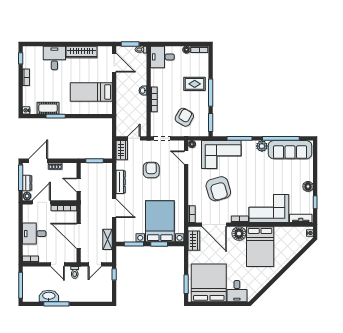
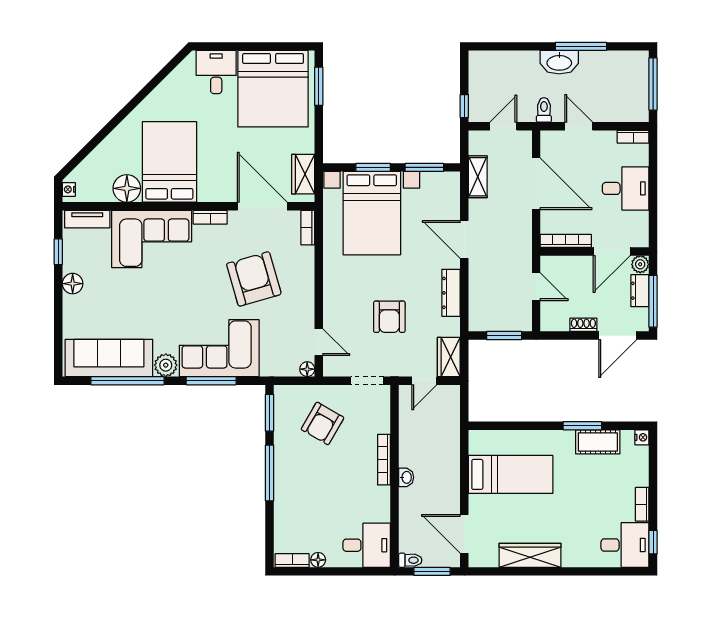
desk: (54, 58) -> (625, 545), moved, turned -90
rug: (195, 84) -> (302, 491), removed
corner sofa: (221, 155) -> (219, 348), moved
floor lamp: (239, 234) -> (127, 188), moved
washbasin: (49, 296) -> (559, 62), moved

